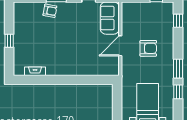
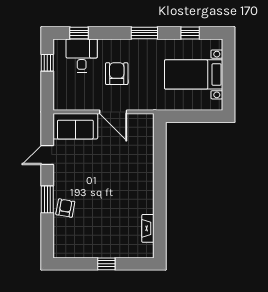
desk: (162, 23) -> (82, 55), added
window: (178, 92) -> (190, 33), moved

